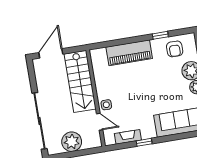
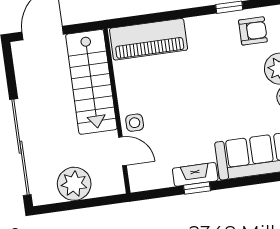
armchair: (175, 49) -> (253, 31), turned -90
piano: (129, 53) -> (148, 39), moved
fireplace: (128, 137) -> (195, 174), moved

